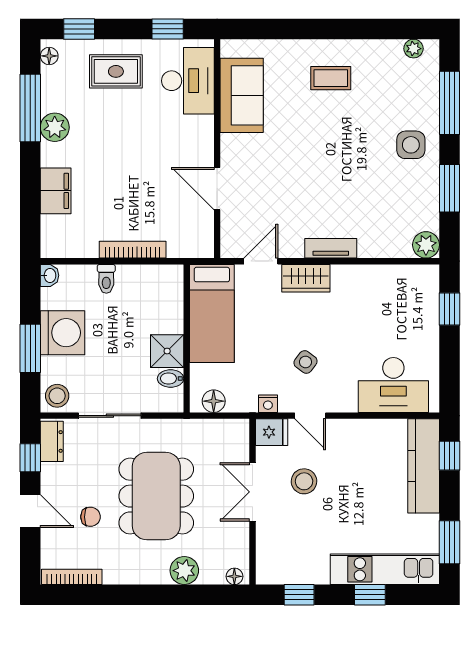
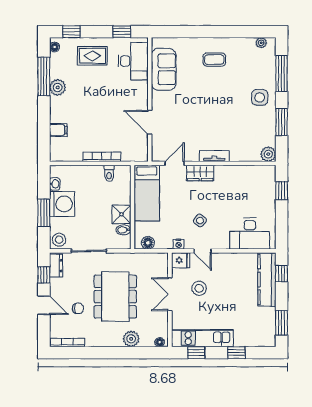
filing cabinet: (56, 191) -> (58, 130), width x0.50
washbasin: (49, 275) -> (55, 184), moved
toilet: (106, 279) -> (109, 173), moved
kitchen unit: (385, 569) -> (202, 338), moved

